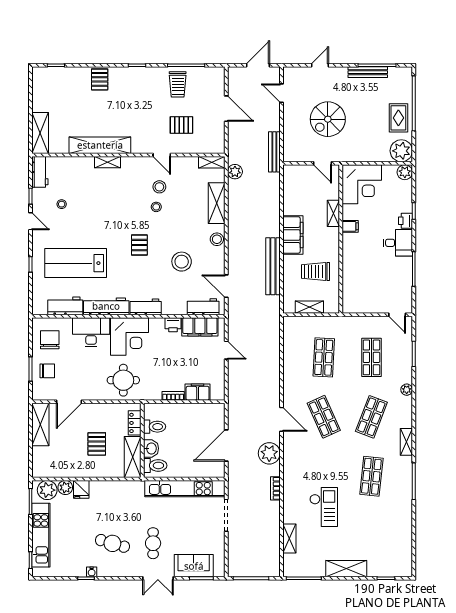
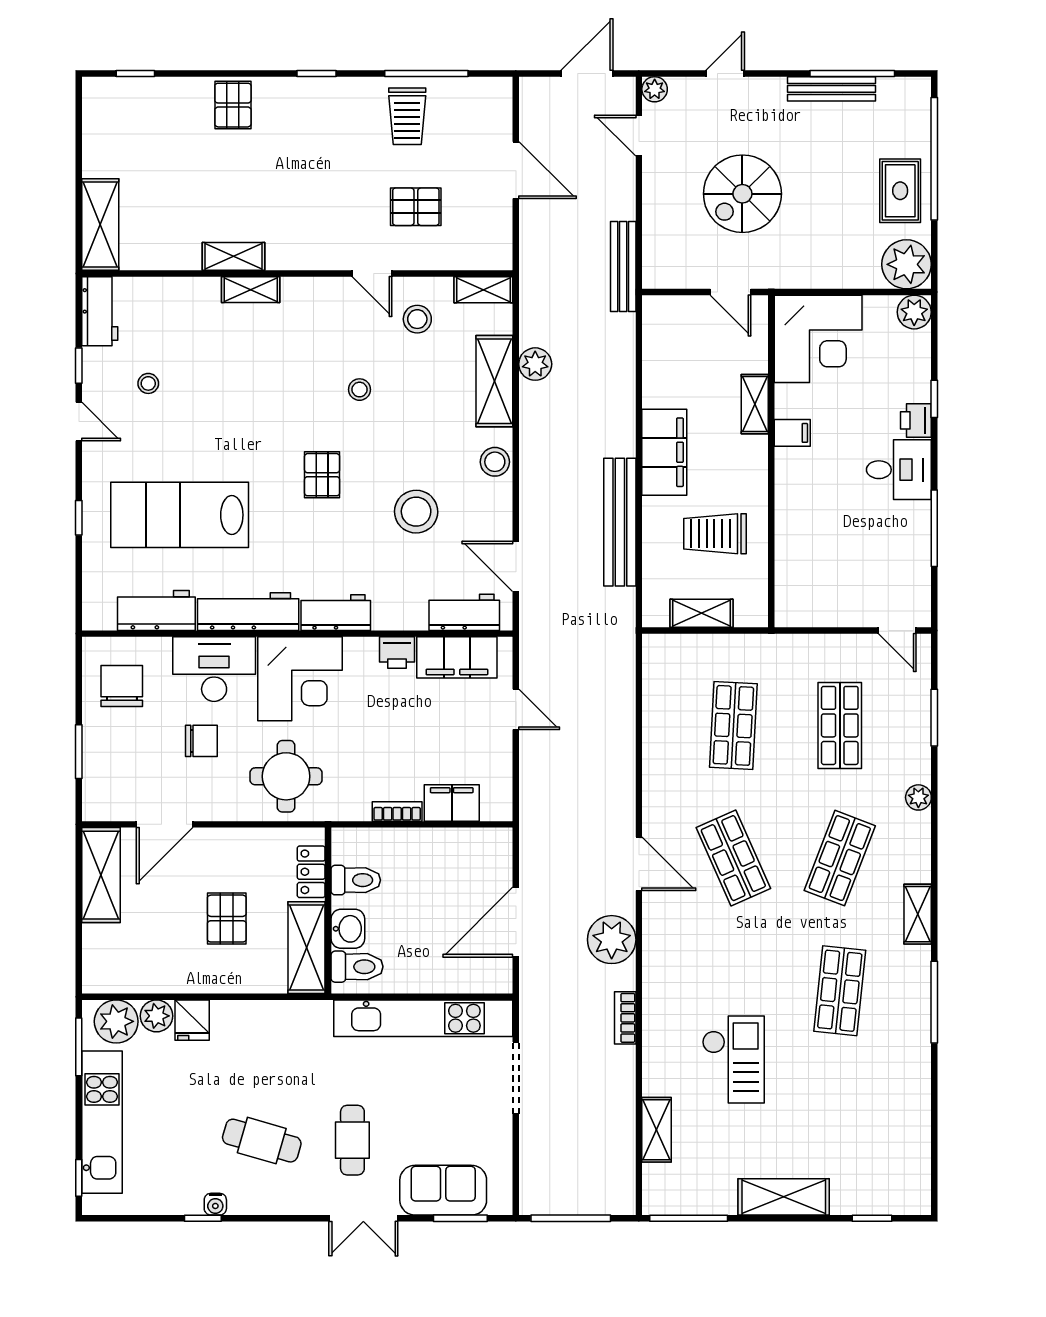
plant: (288, 72) -> (655, 89), added
shelving: (100, 145) -> (234, 256), width x0.45, depth x0.75
plant: (235, 172) -> (535, 364), moved
stool: (159, 187) -> (417, 319), moved
chair: (47, 371) -> (201, 741), moved

